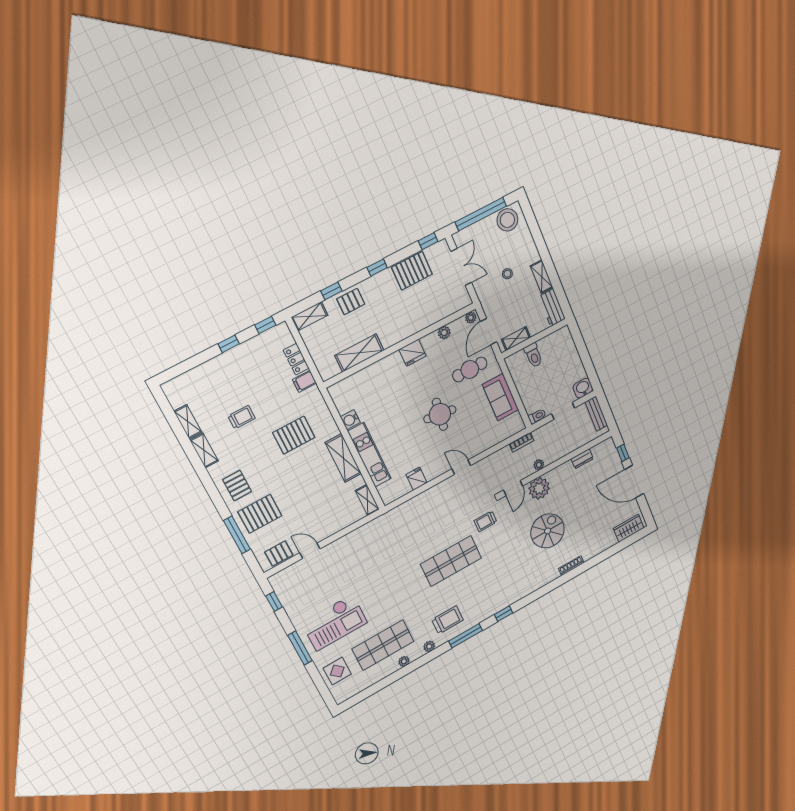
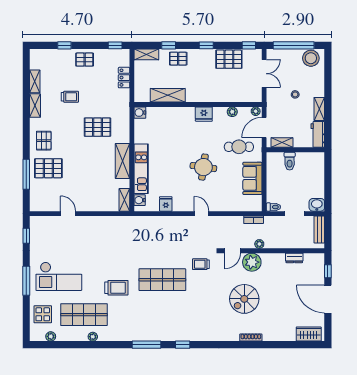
window: (229, 344) -> (64, 45), moved
filing cabinet: (304, 381) -> (122, 95), removed
water cooler: (350, 420) -> (140, 113), moved
water cooler: (385, 491) -> (140, 200), added
spiral stairs: (548, 531) -> (244, 299), turned 180
pallet: (279, 553) -> (85, 60), moved
trolley: (448, 620) -> (116, 288), moved
plant: (429, 646) -> (51, 336), moved

